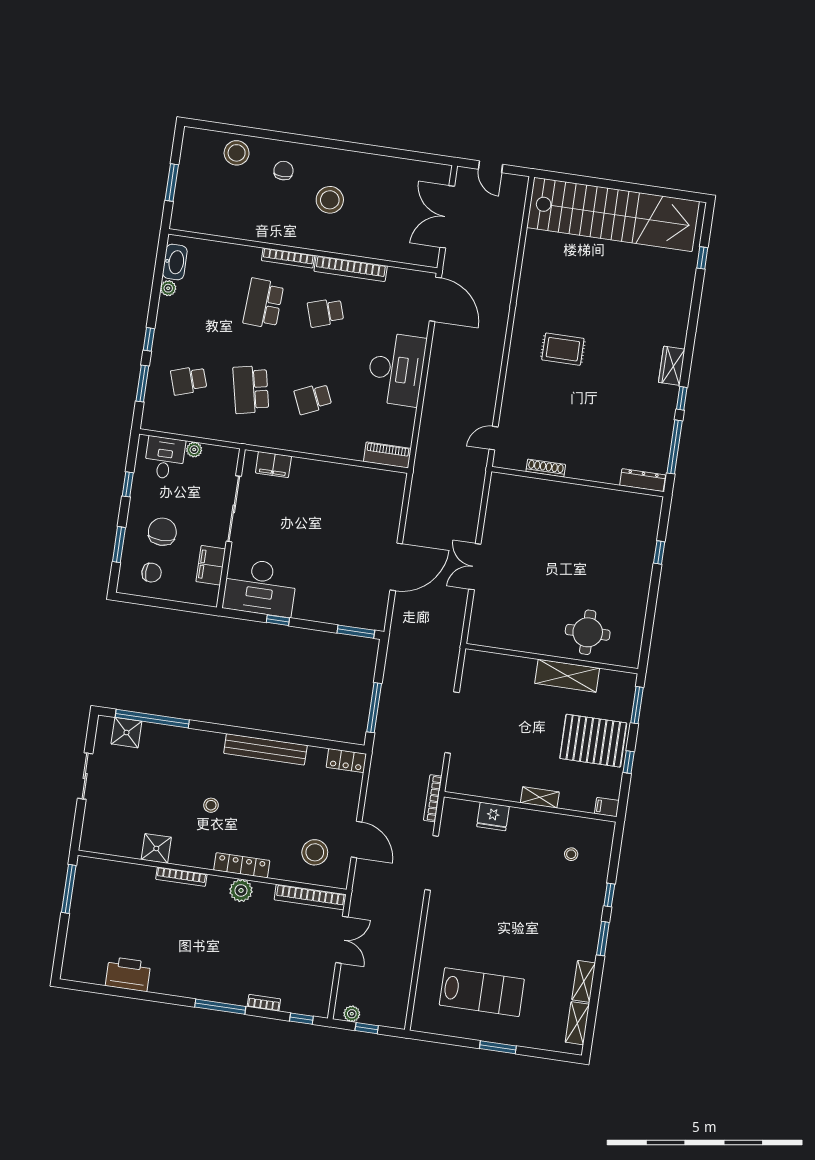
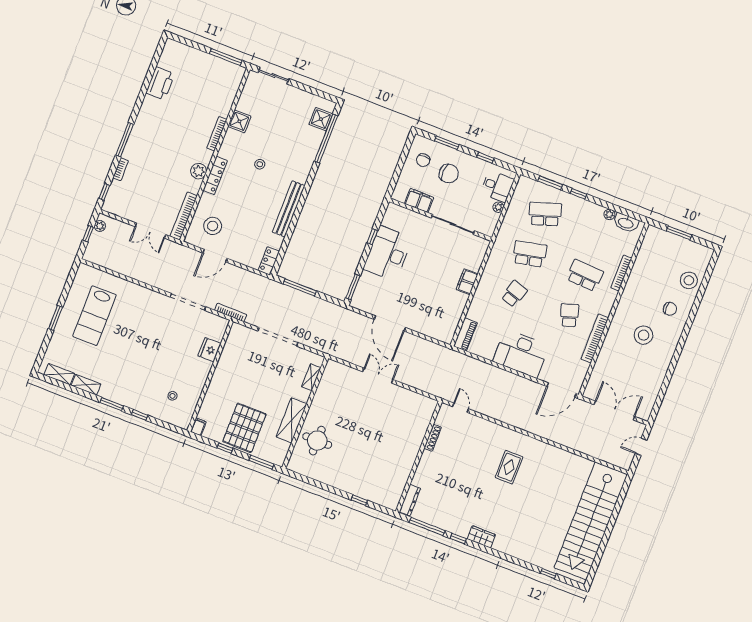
bookcase: (288, 258) -> (621, 273), moved
school desk: (189, 380) -> (545, 214), width x1.85
school desk: (313, 399) -> (514, 294), turned 42
filing cabinet: (273, 465) -> (467, 282), moved
desk: (260, 587) -> (388, 253), moved
sliding door: (85, 776) -> (274, 76), moved
shelving: (540, 797) -> (311, 377), moved

